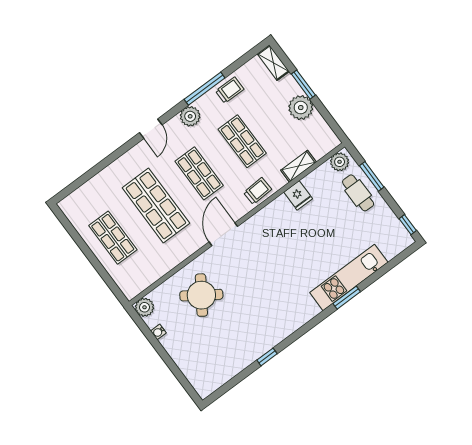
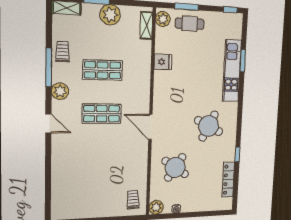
shelving: (298, 166) -> (146, 25), moved
trolley: (258, 191) -> (133, 200), moved
shop shelf: (156, 206) -> (101, 156), removed
shop shelf: (113, 238) -> (100, 198), removed
round table: (272, 298) -> (209, 126), added
window: (347, 298) -> (243, 61), moved
locker: (232, 369) -> (228, 180), added

